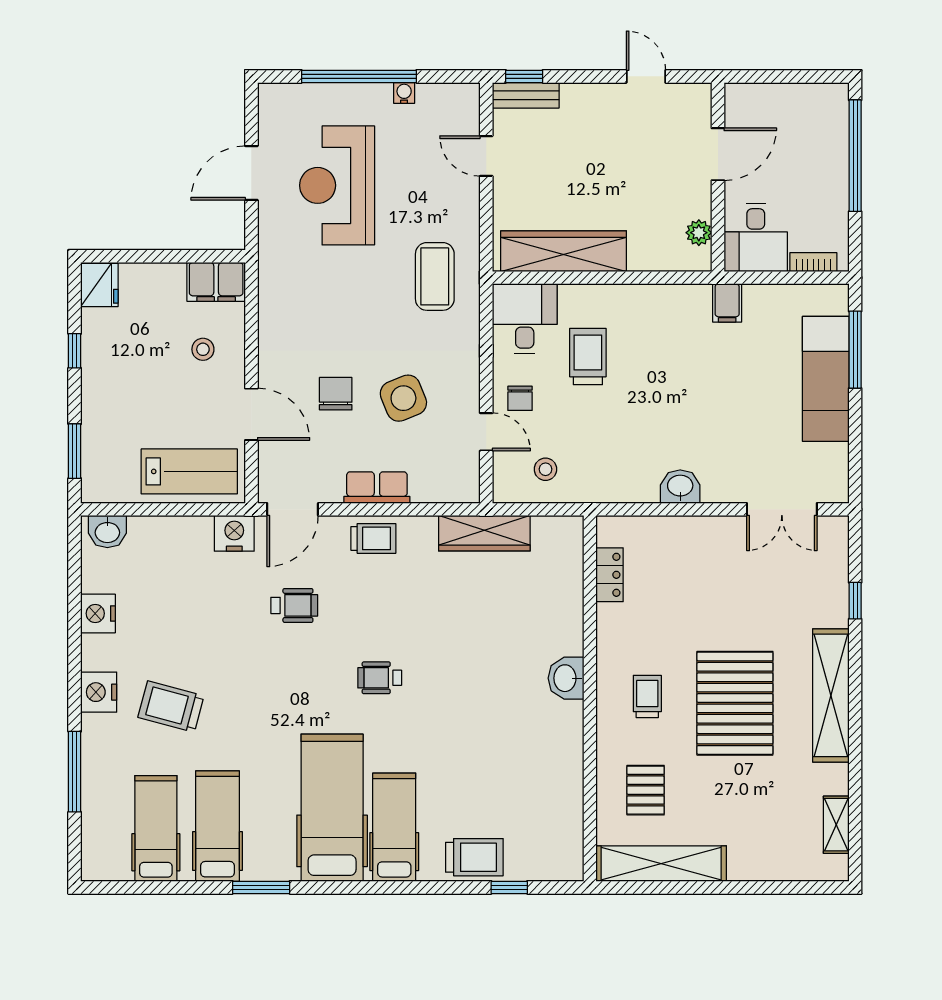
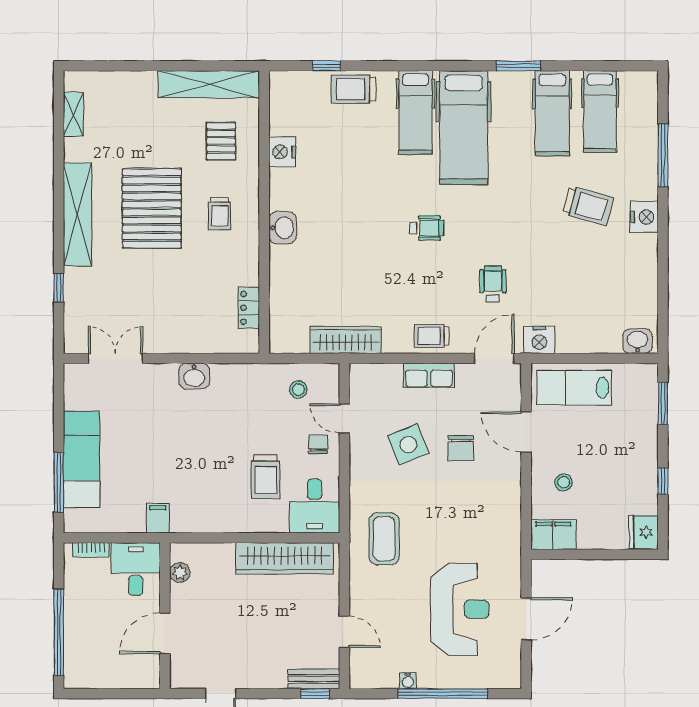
wheelchair: (294, 605) -> (493, 284), turned 90
nightstand: (98, 613) -> (282, 152), moved, turned 180

